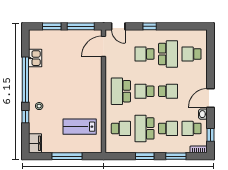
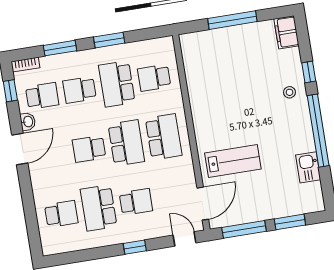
school desk: (144, 91) -> (126, 143), width x1.85
lab bench: (80, 127) -> (233, 161), moved
school desk: (144, 128) -> (117, 84), turned 180

